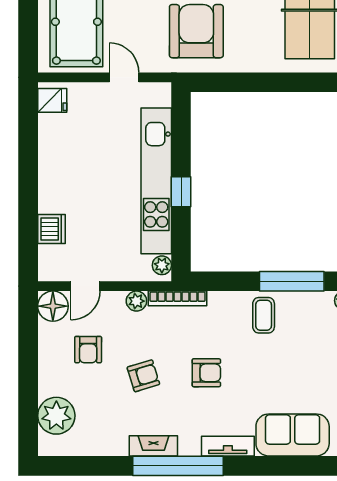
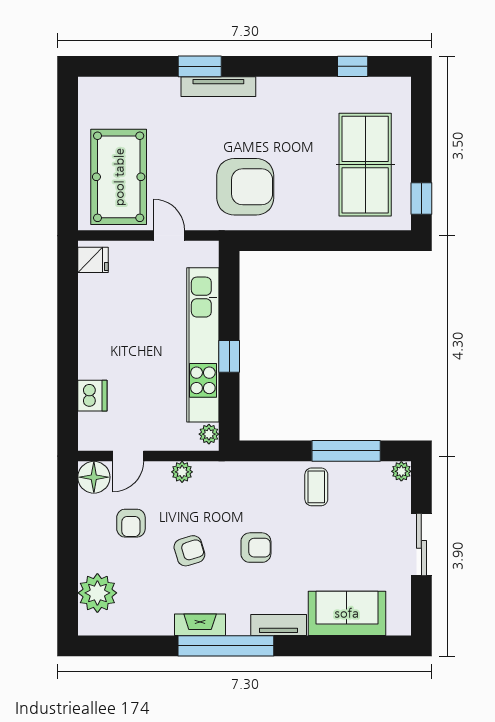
armchair: (196, 31) -> (245, 187), turned 90
bookcase: (178, 298) -> (225, 469), removed

